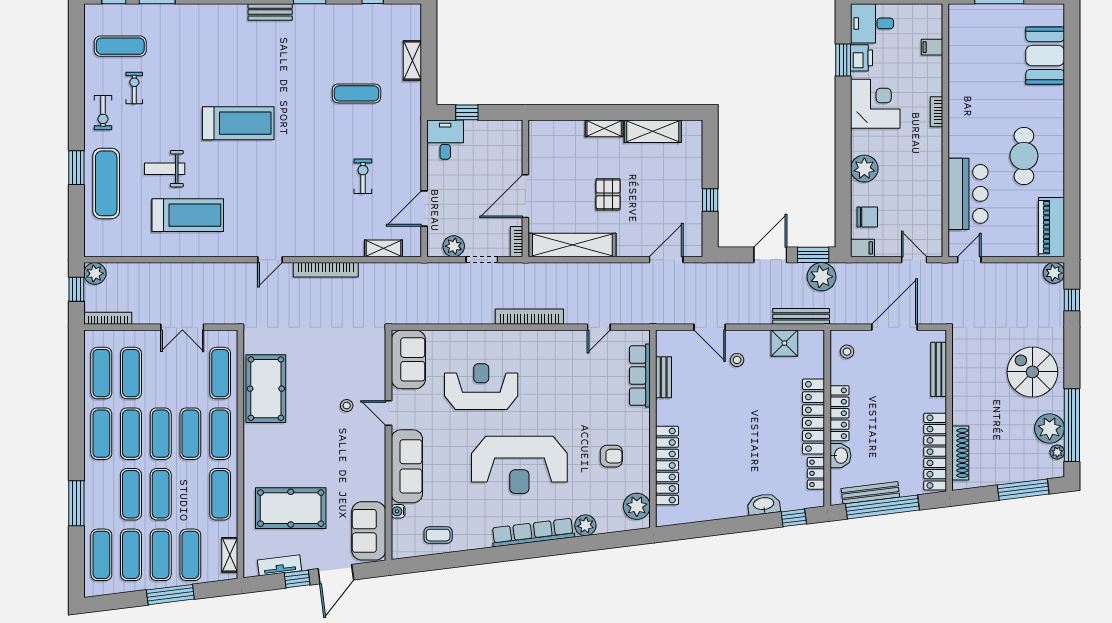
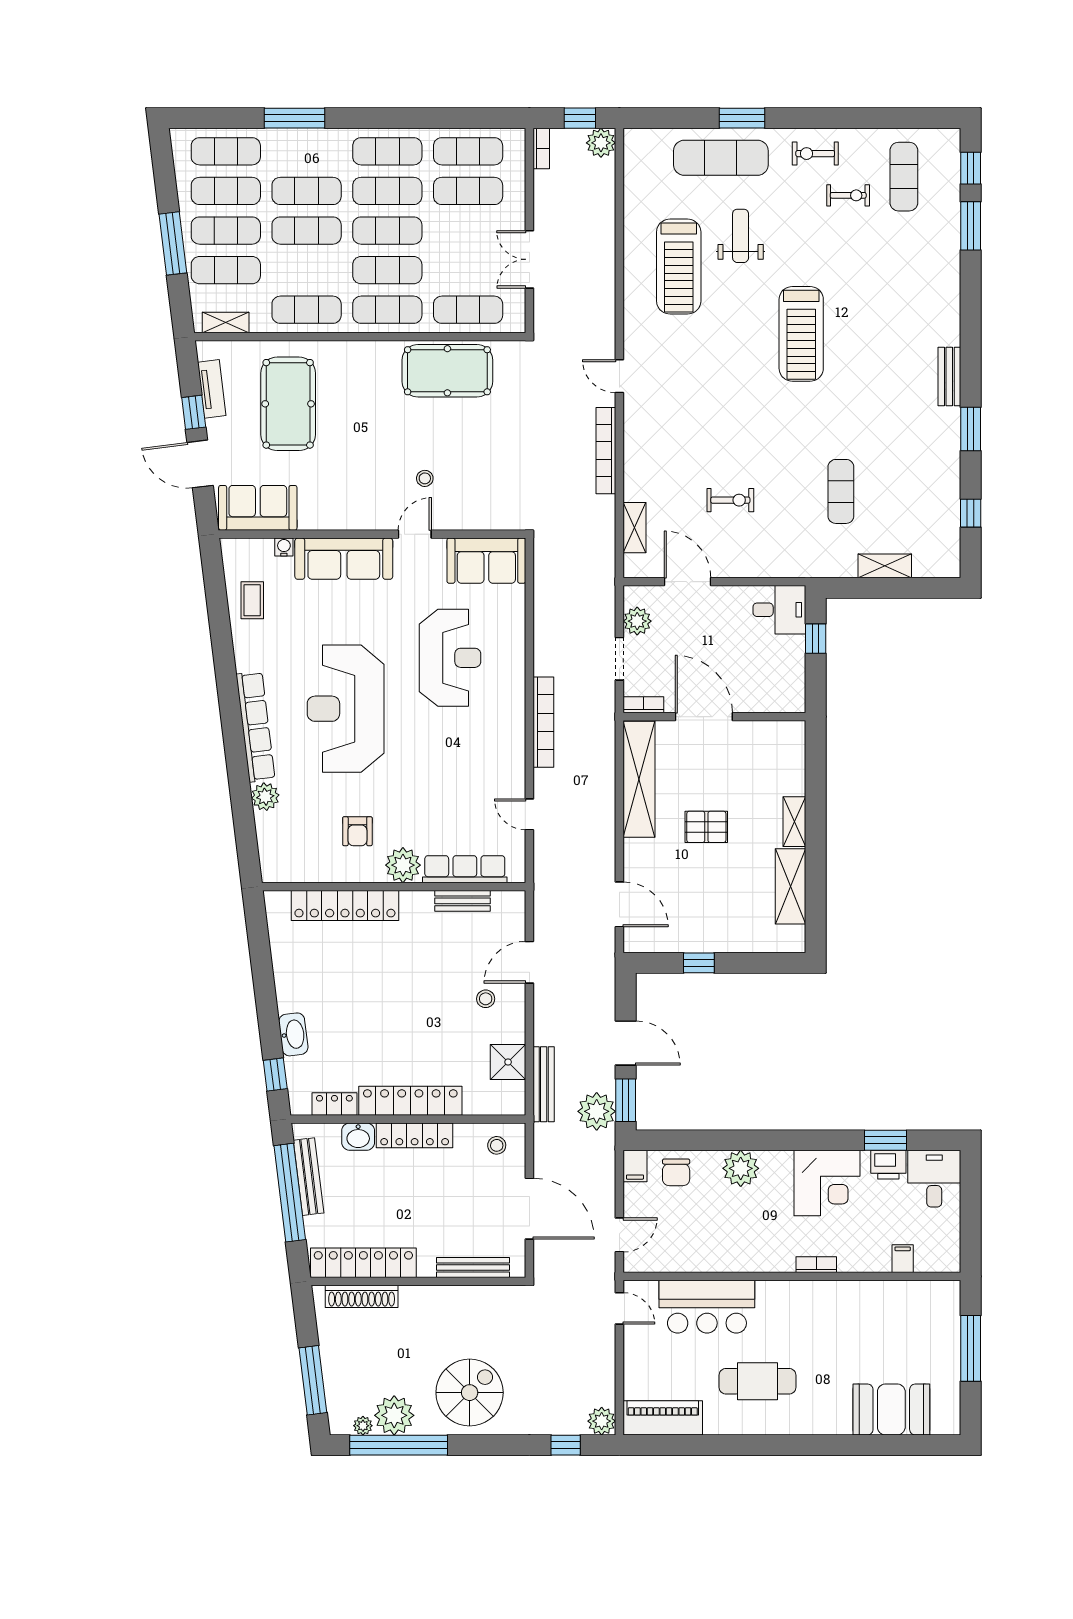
bookcase: (108, 318) -> (541, 148), width x0.64
plant: (637, 506) -> (403, 865), moved

